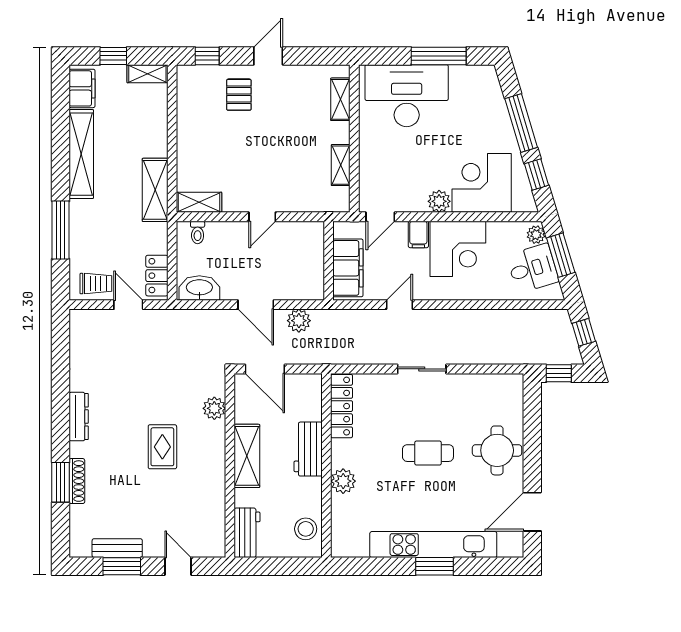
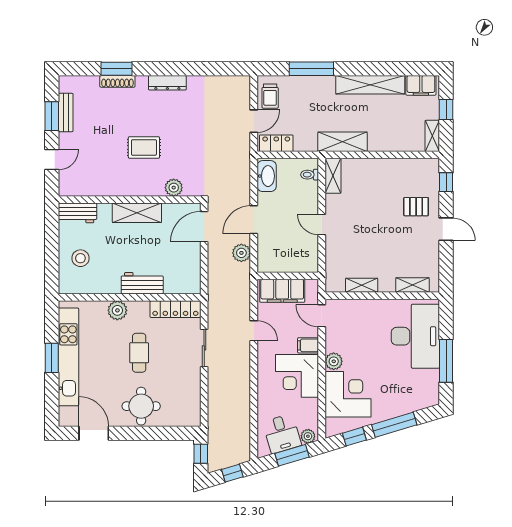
locker: (342, 406) -> (175, 309), moved
workbench: (308, 449) -> (142, 283), moved
wall: (326, 465) -> (130, 297), moved
plant: (343, 481) -> (117, 310), moved

